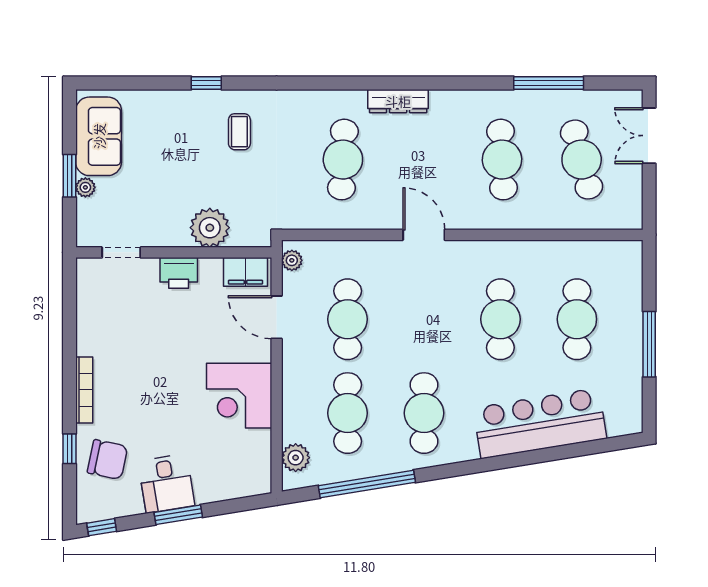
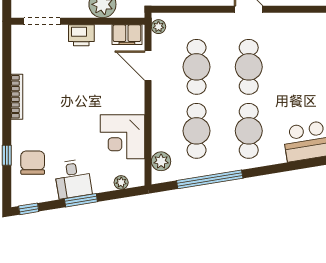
doorway: (121, 252) -> (42, 21), width x1.38
cafe table: (500, 319) -> (249, 67), moved
bookcase: (84, 390) -> (17, 97), moved
corner desk: (239, 396) -> (122, 137), moved
chair: (107, 460) -> (33, 163), turned -102
plant: (237, 489) -> (121, 182), added

